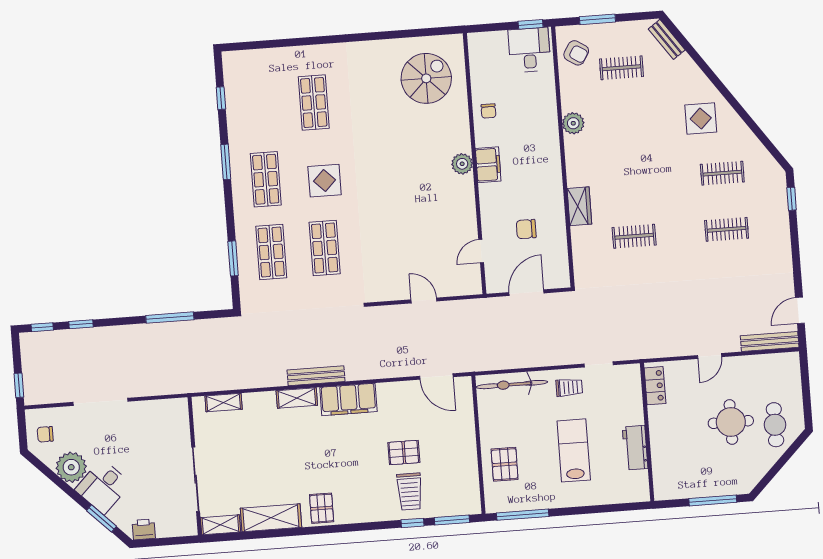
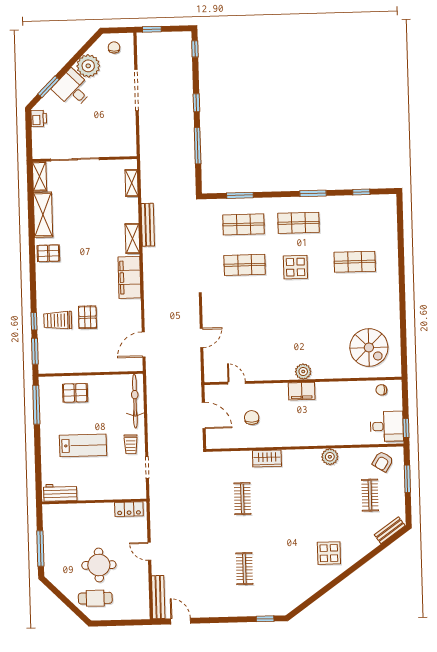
chair: (488, 111) -> (381, 390), moved
clothes rail: (722, 173) -> (287, 567), removed
window: (81, 324) -> (196, 103), moved
bench: (316, 376) -> (148, 225), moved
workbench: (635, 448) -> (60, 493), moved

